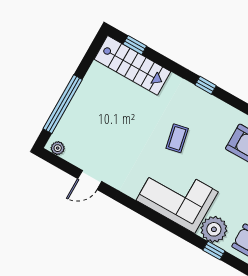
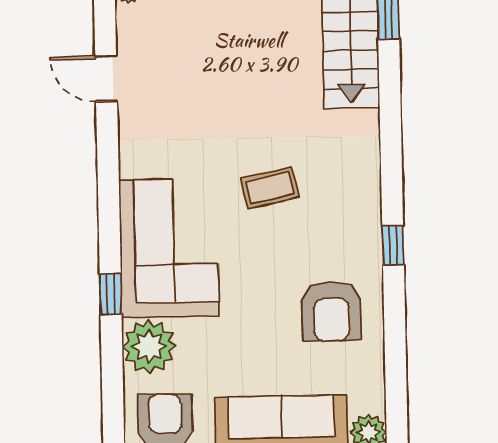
window: (206, 85) -> (393, 245), moved
window: (214, 251) -> (111, 294), moved

